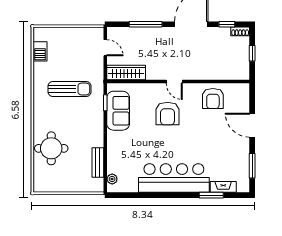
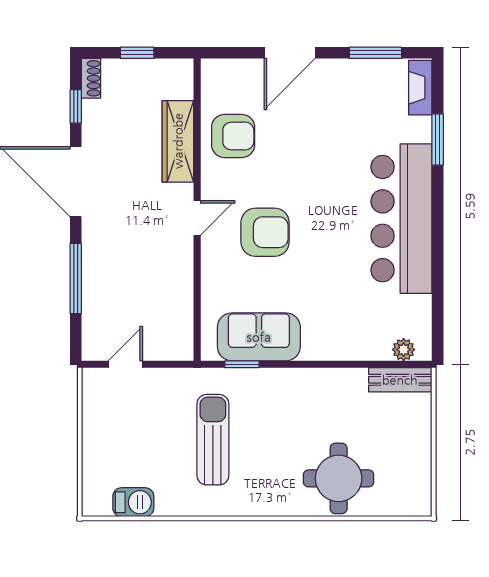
wardrobe: (126, 72) -> (178, 141), moved
bench: (98, 163) -> (400, 380), moved
fireplace: (223, 187) -> (420, 88), moved

